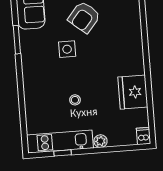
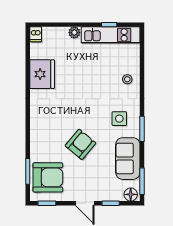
side table: (67, 49) -> (119, 119), moved
stool: (75, 100) -> (127, 79), moved

